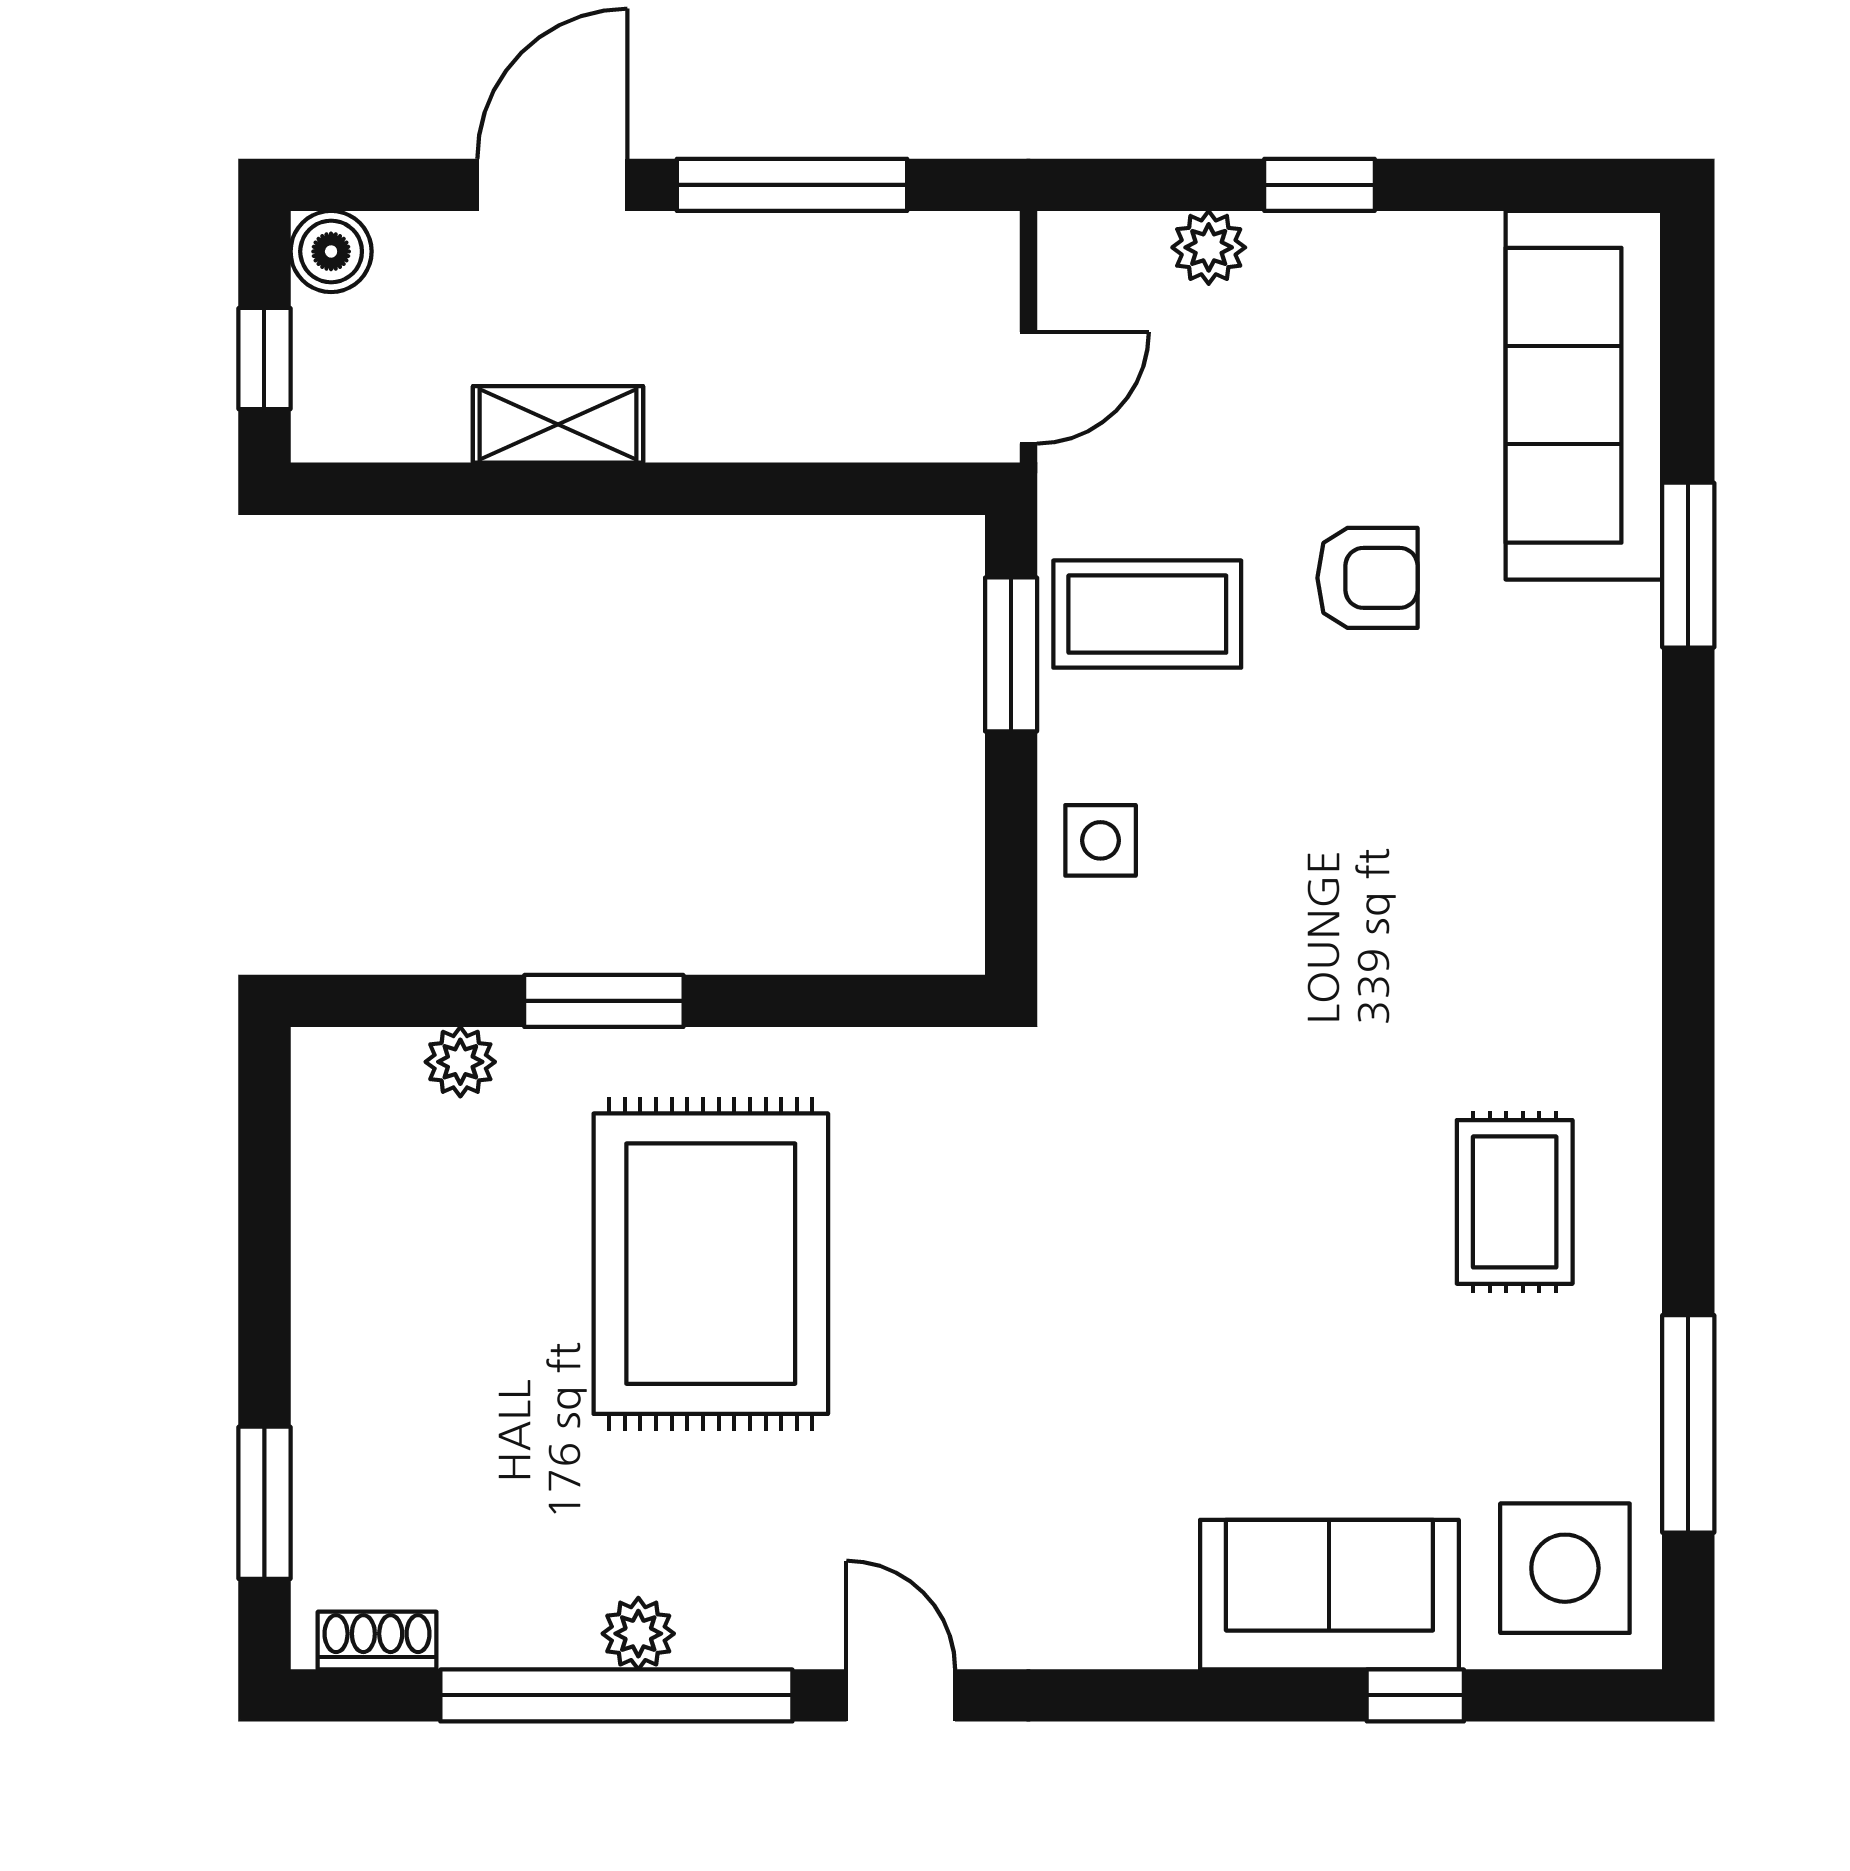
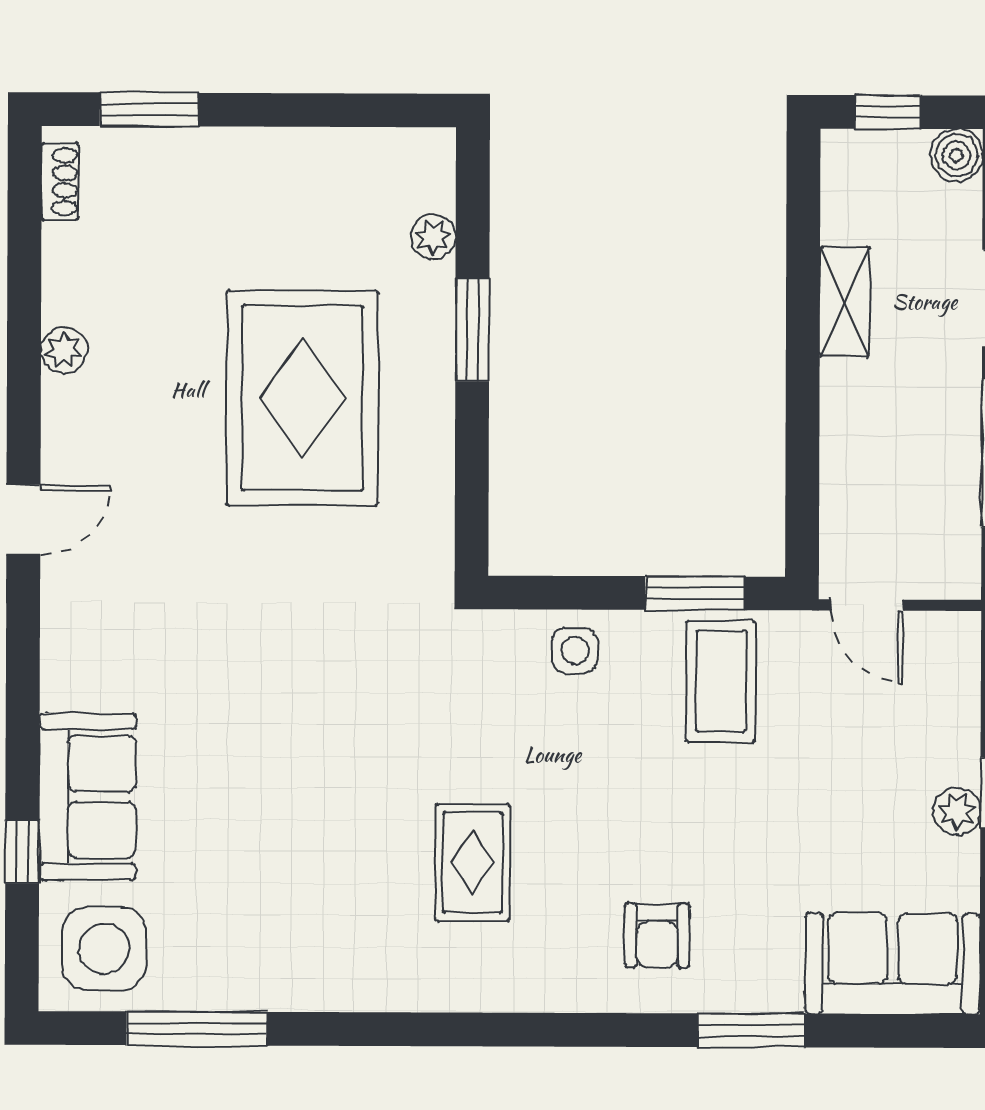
plant: (1209, 247) -> (957, 811), moved
sofa: (1584, 395) -> (893, 964), width x0.73
armchair: (1367, 578) -> (657, 936), moved
rug: (1515, 1202) -> (472, 863), moved, turned 90
rug: (711, 1264) -> (302, 398), turned 90
window: (616, 1695) -> (24, 336), removed

